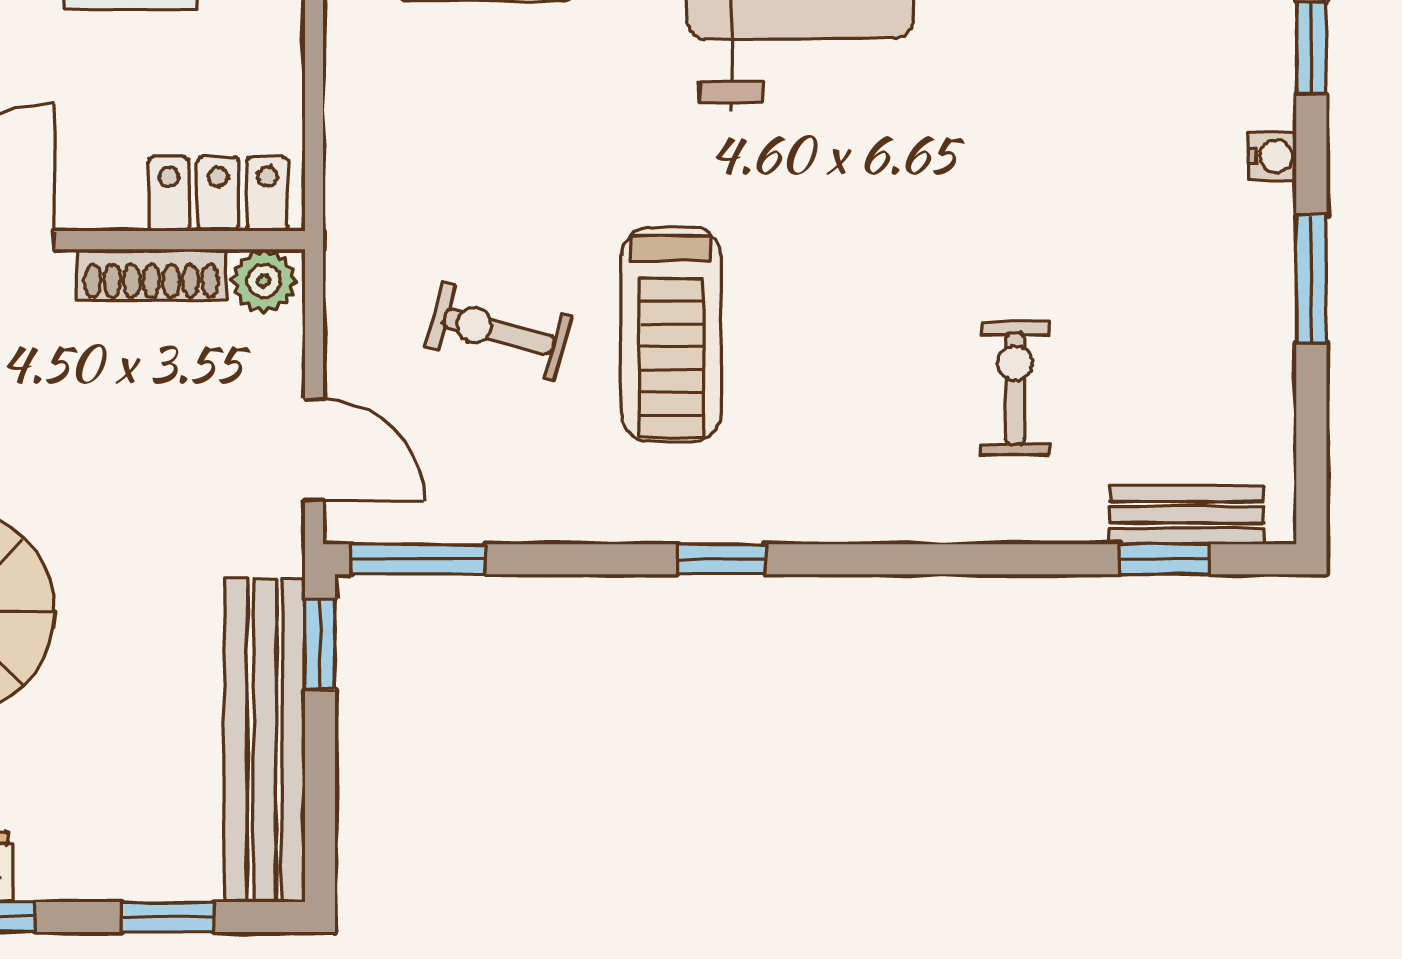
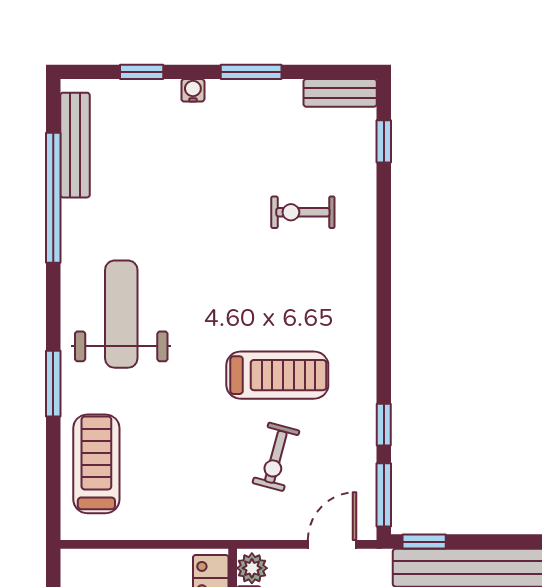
bench: (1187, 515) -> (340, 93), moved, turned 90
window: (722, 559) -> (384, 425), moved

